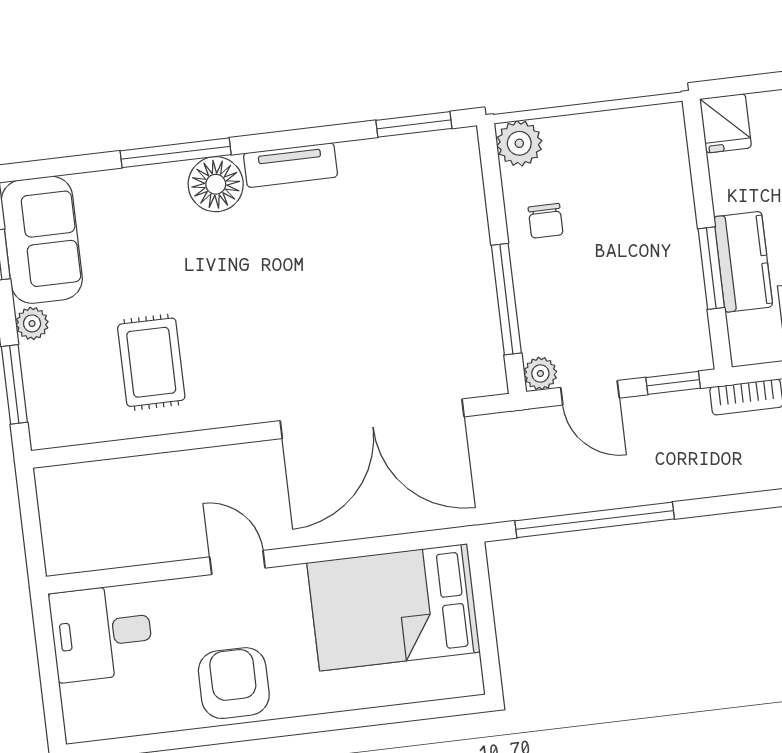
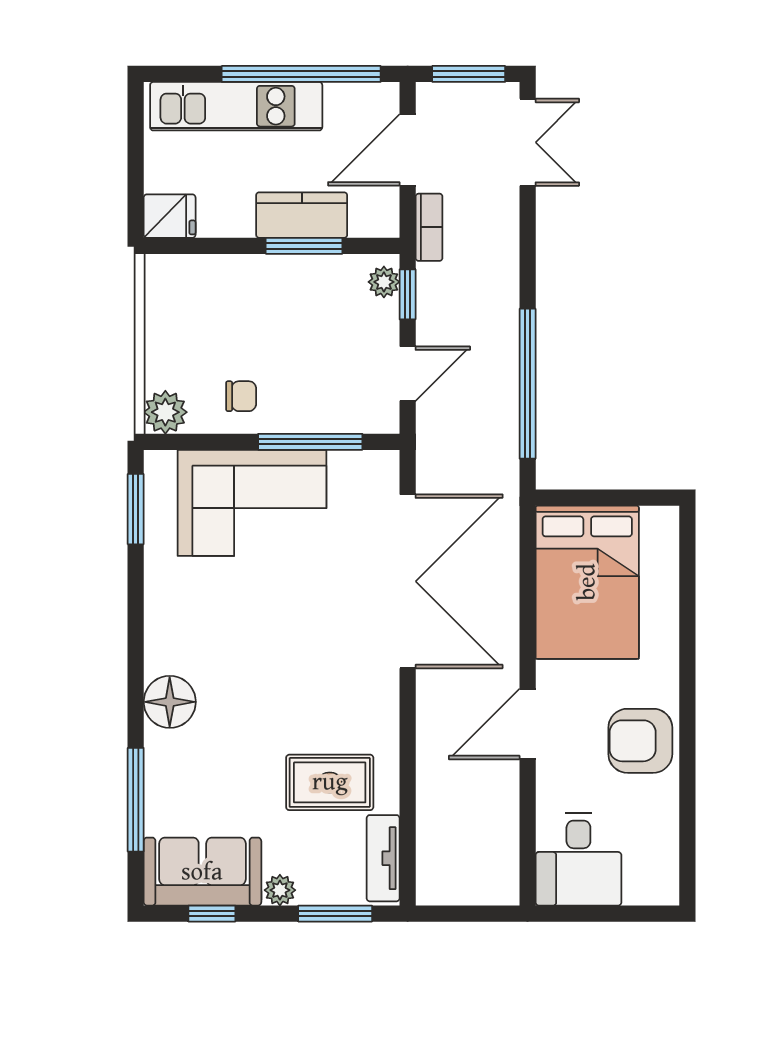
window: (176, 153) -> (136, 800), moved
tv unit: (290, 165) -> (383, 858), moved, turned 180
corner sofa: (435, 246) -> (252, 503), added
plant: (540, 374) -> (384, 282), moved
door: (237, 562) -> (528, 724), width x1.38

